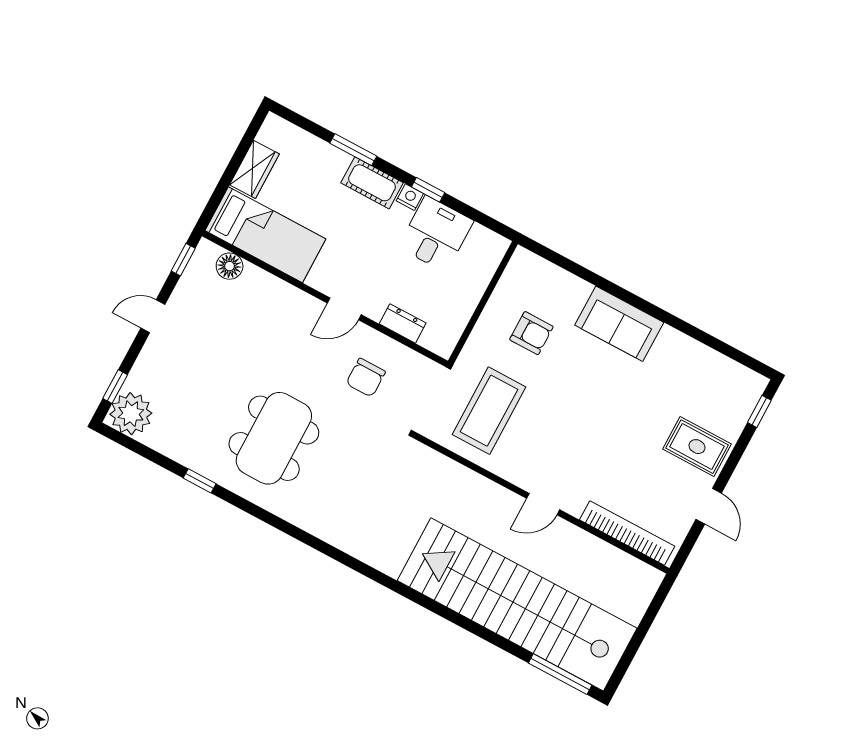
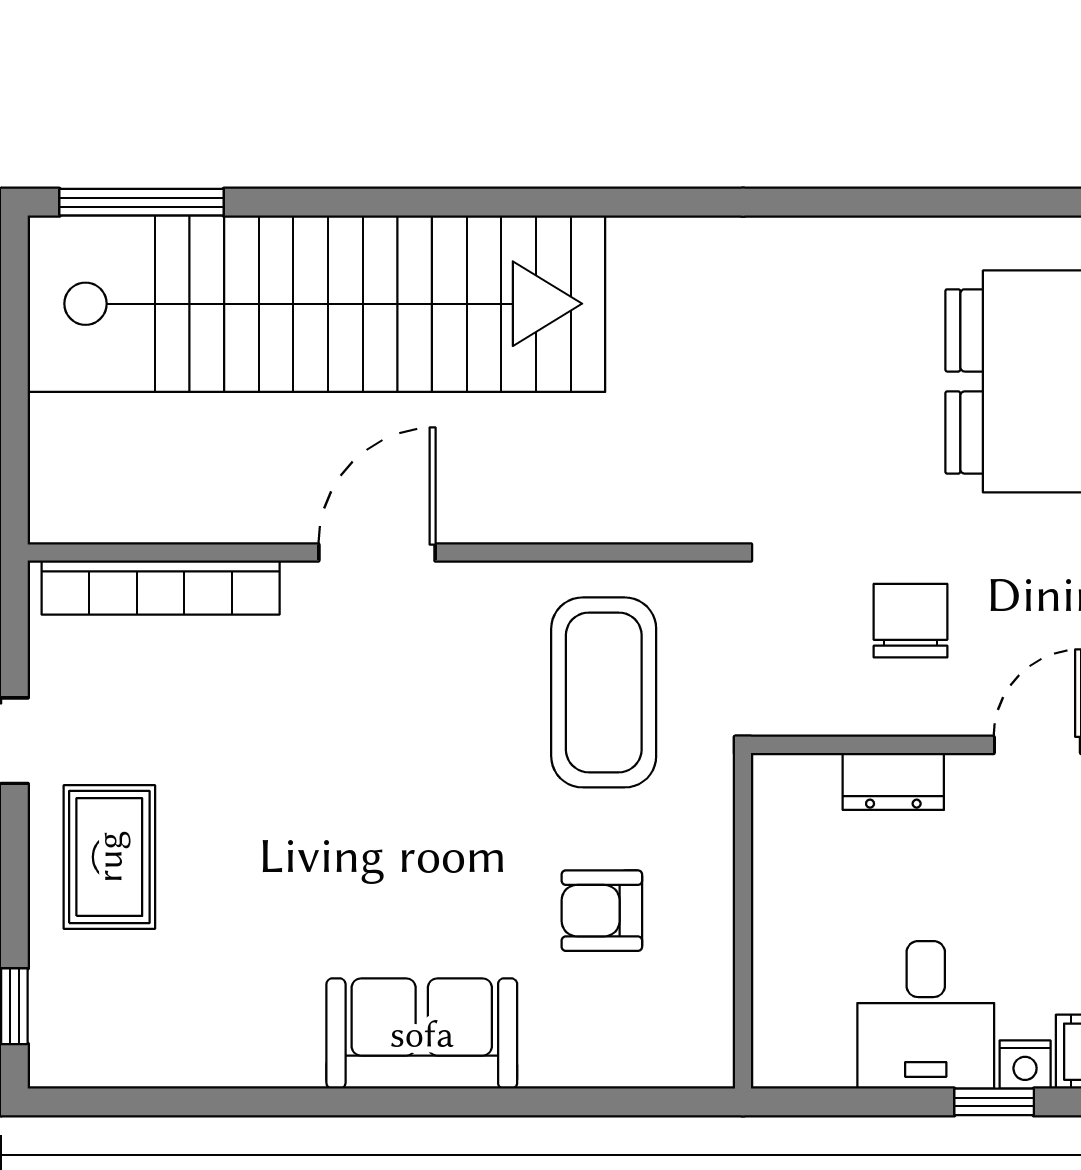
rug: (697, 447) -> (109, 857), turned 90
door: (543, 504) -> (377, 553), width x1.38

